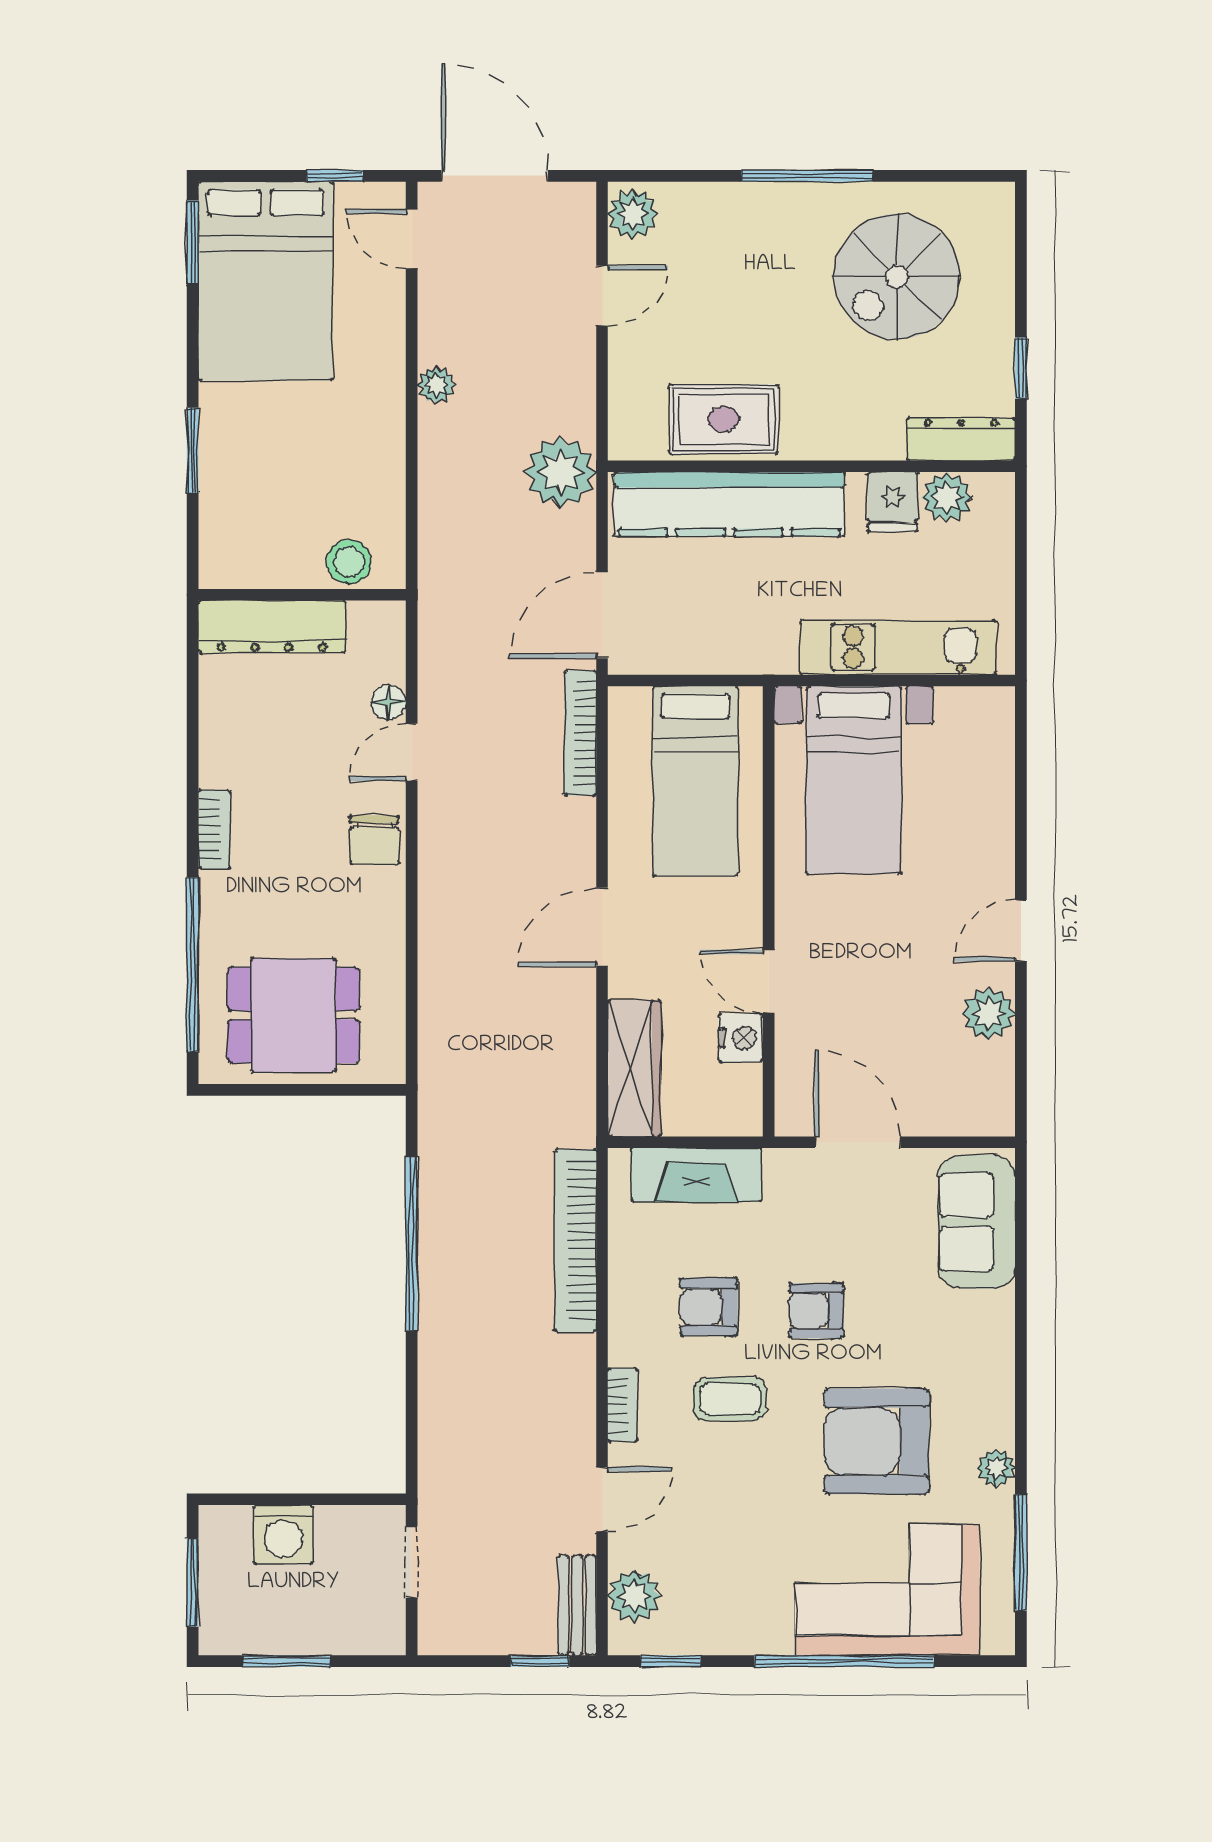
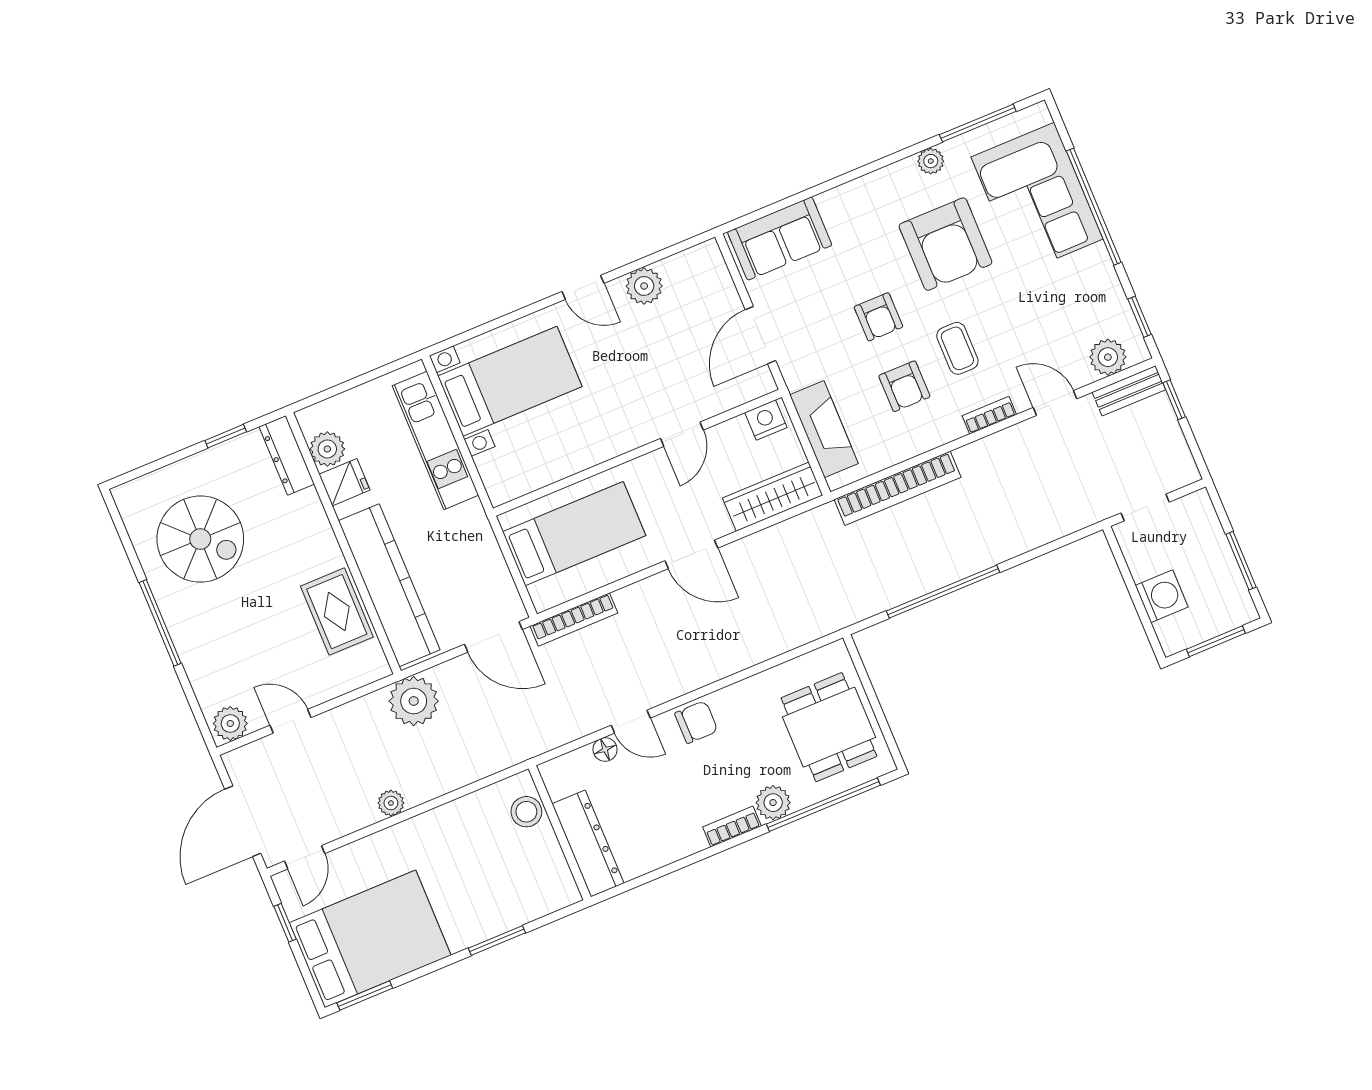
bed with nightstands: (854, 780) -> (510, 381), moved
plant: (223, 898) -> (773, 803), added
nightstand: (741, 1038) -> (766, 420), moved

